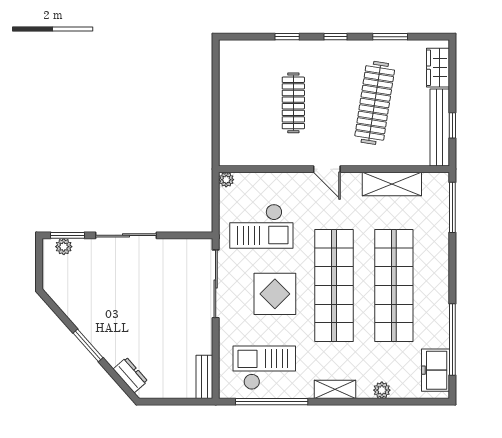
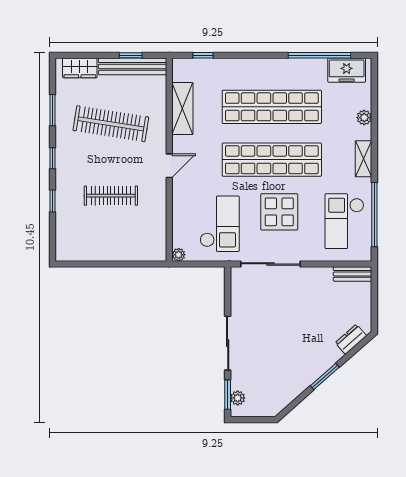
window: (452, 207) -> (203, 55), width x0.46

